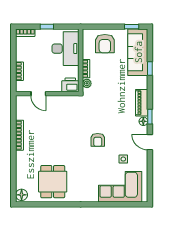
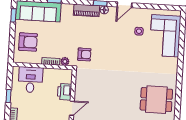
desk: (65, 49) -> (30, 80), width x0.73
printer: (70, 85) -> (65, 92), moved
armchair: (98, 140) -> (84, 54), moved

